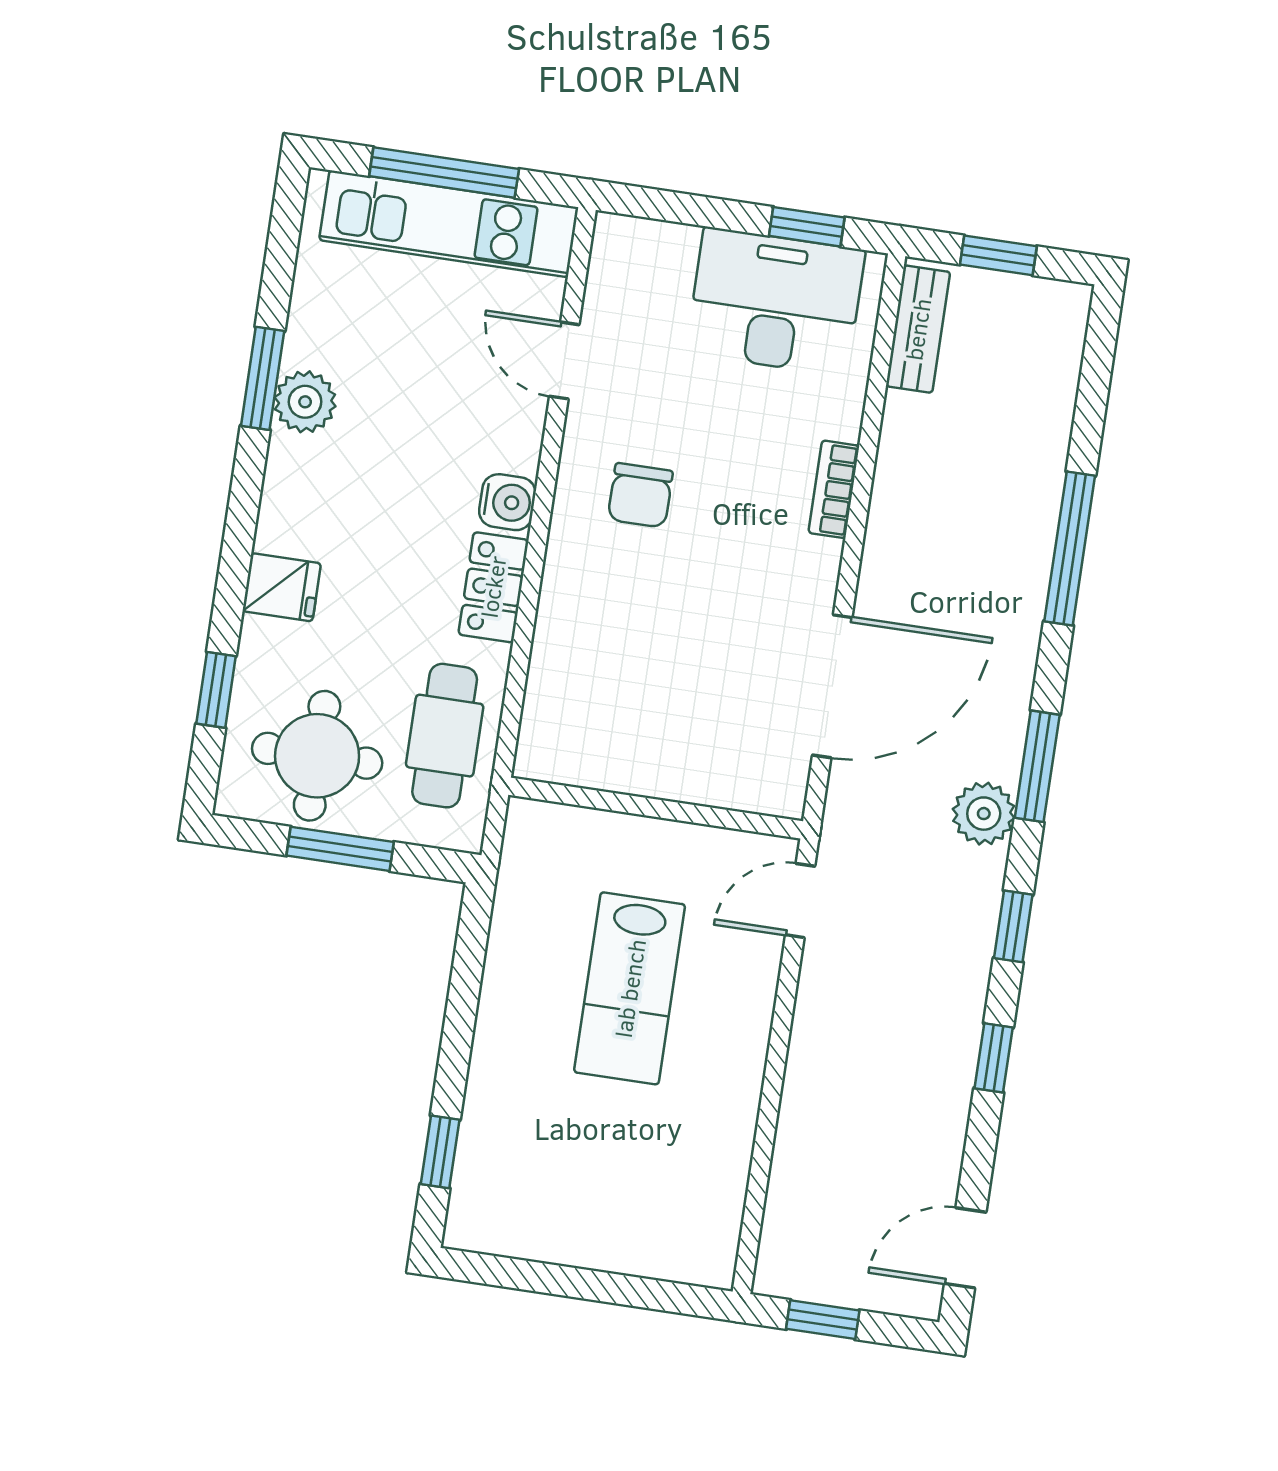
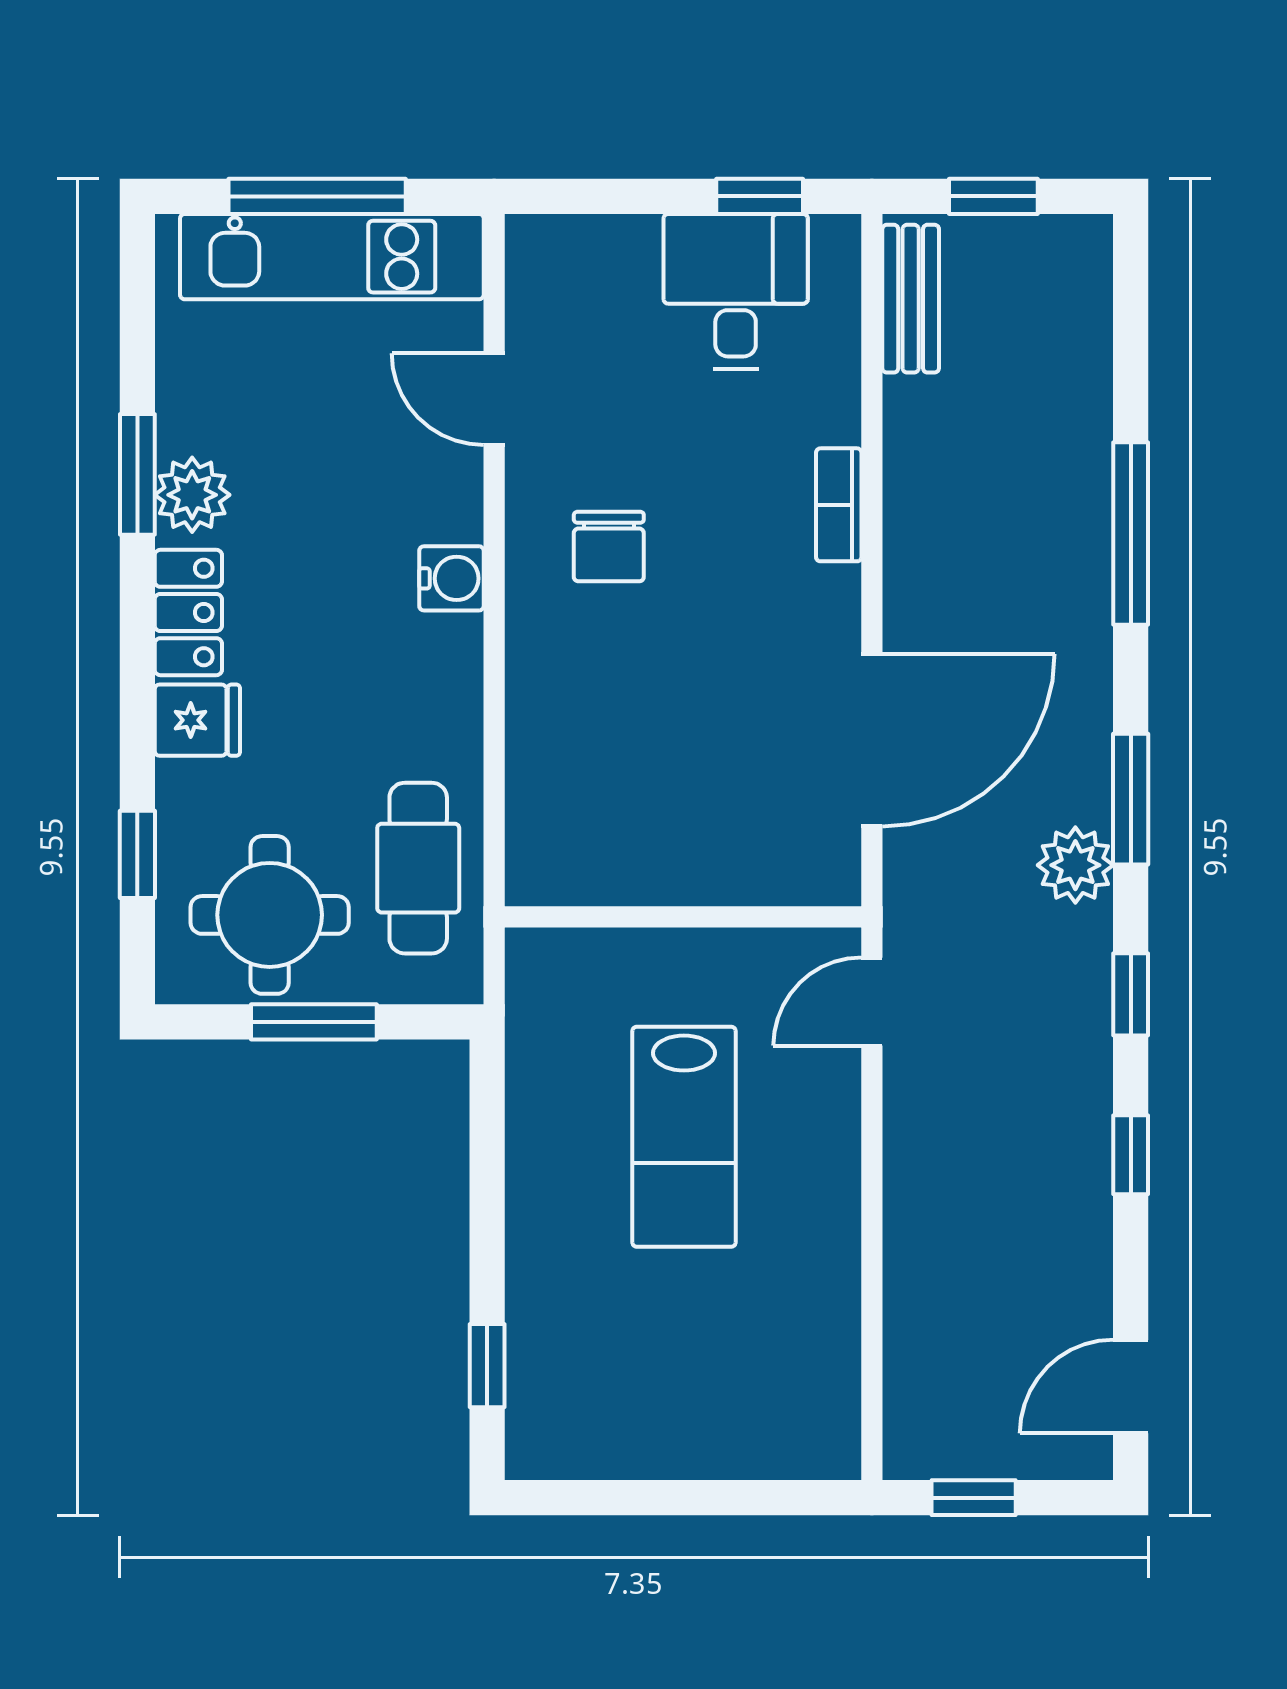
desk: (775, 302) -> (736, 291), width x0.73
locker: (493, 587) -> (188, 612), moved, turned 180

